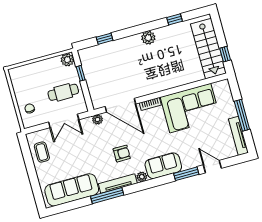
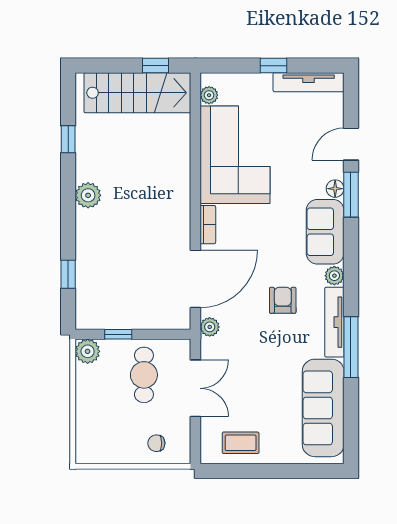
plant: (217, 86) -> (209, 95), added
window: (242, 115) -> (273, 66), width x0.46
floor lamp: (187, 165) -> (335, 189), added

